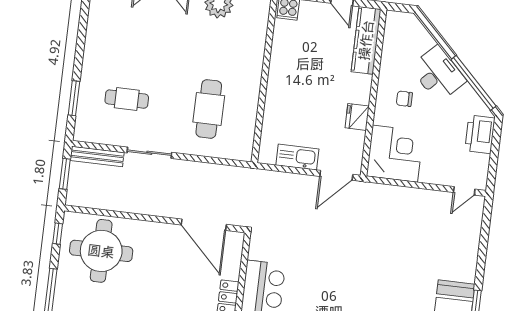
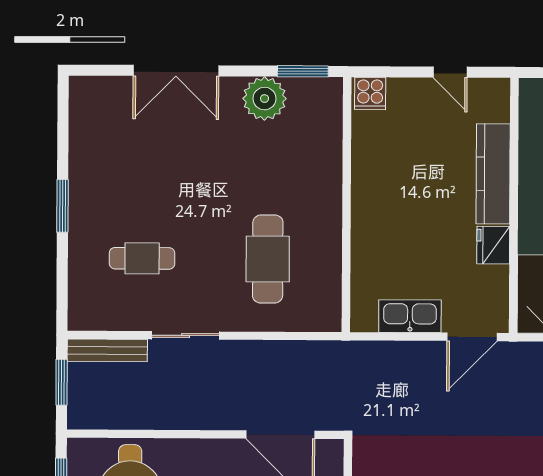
kitchen counter: (366, 40) -> (493, 174), moved
window: (74, 98) -> (63, 206), moved

